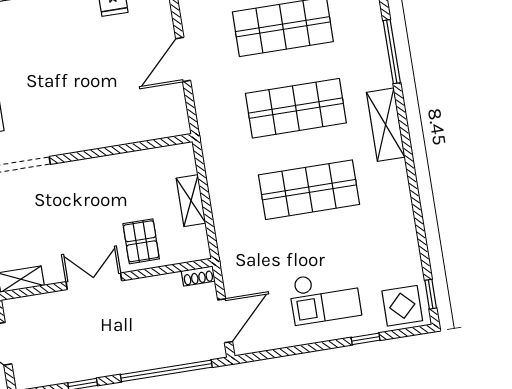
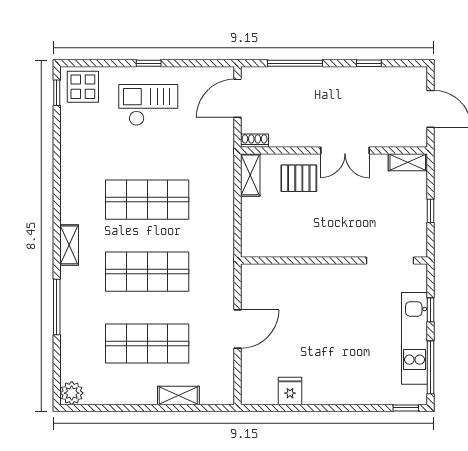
shelving: (386, 125) -> (69, 245), width x0.67, depth x0.75
shelving: (191, 201) -> (250, 175), moved
pallet: (141, 241) -> (299, 178), turned 90
window: (366, 339) -> (149, 63), moved
window: (166, 371) -> (295, 63), width x0.68

